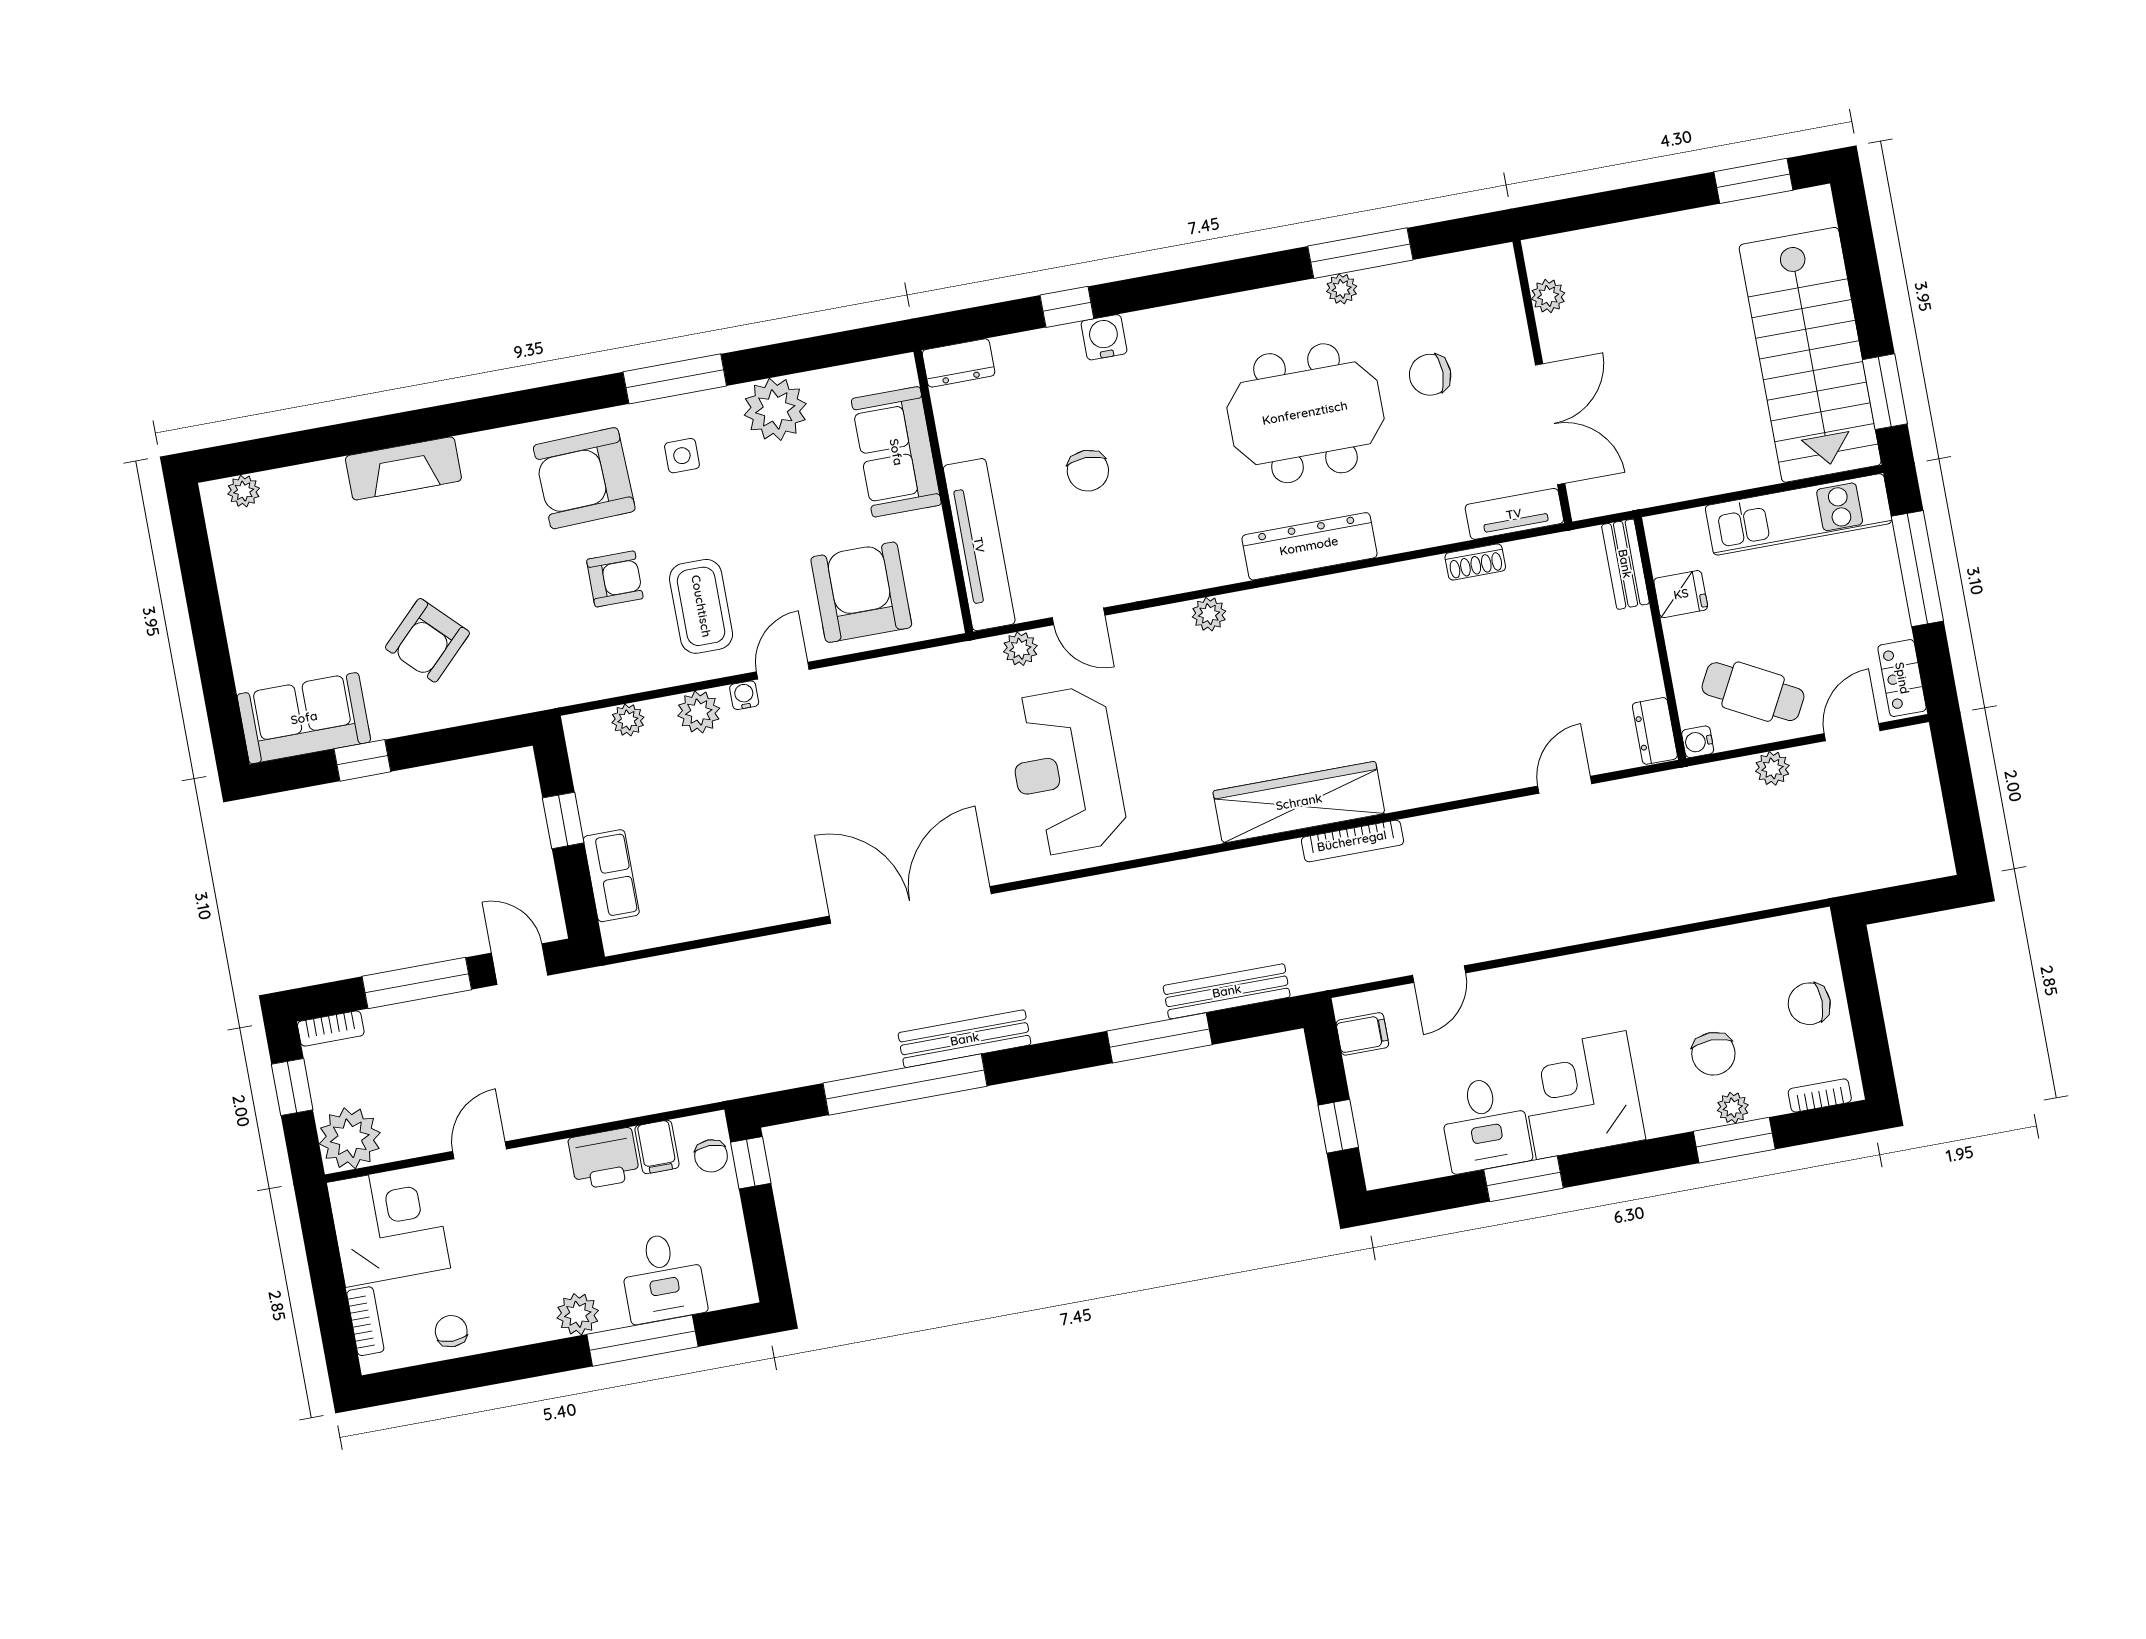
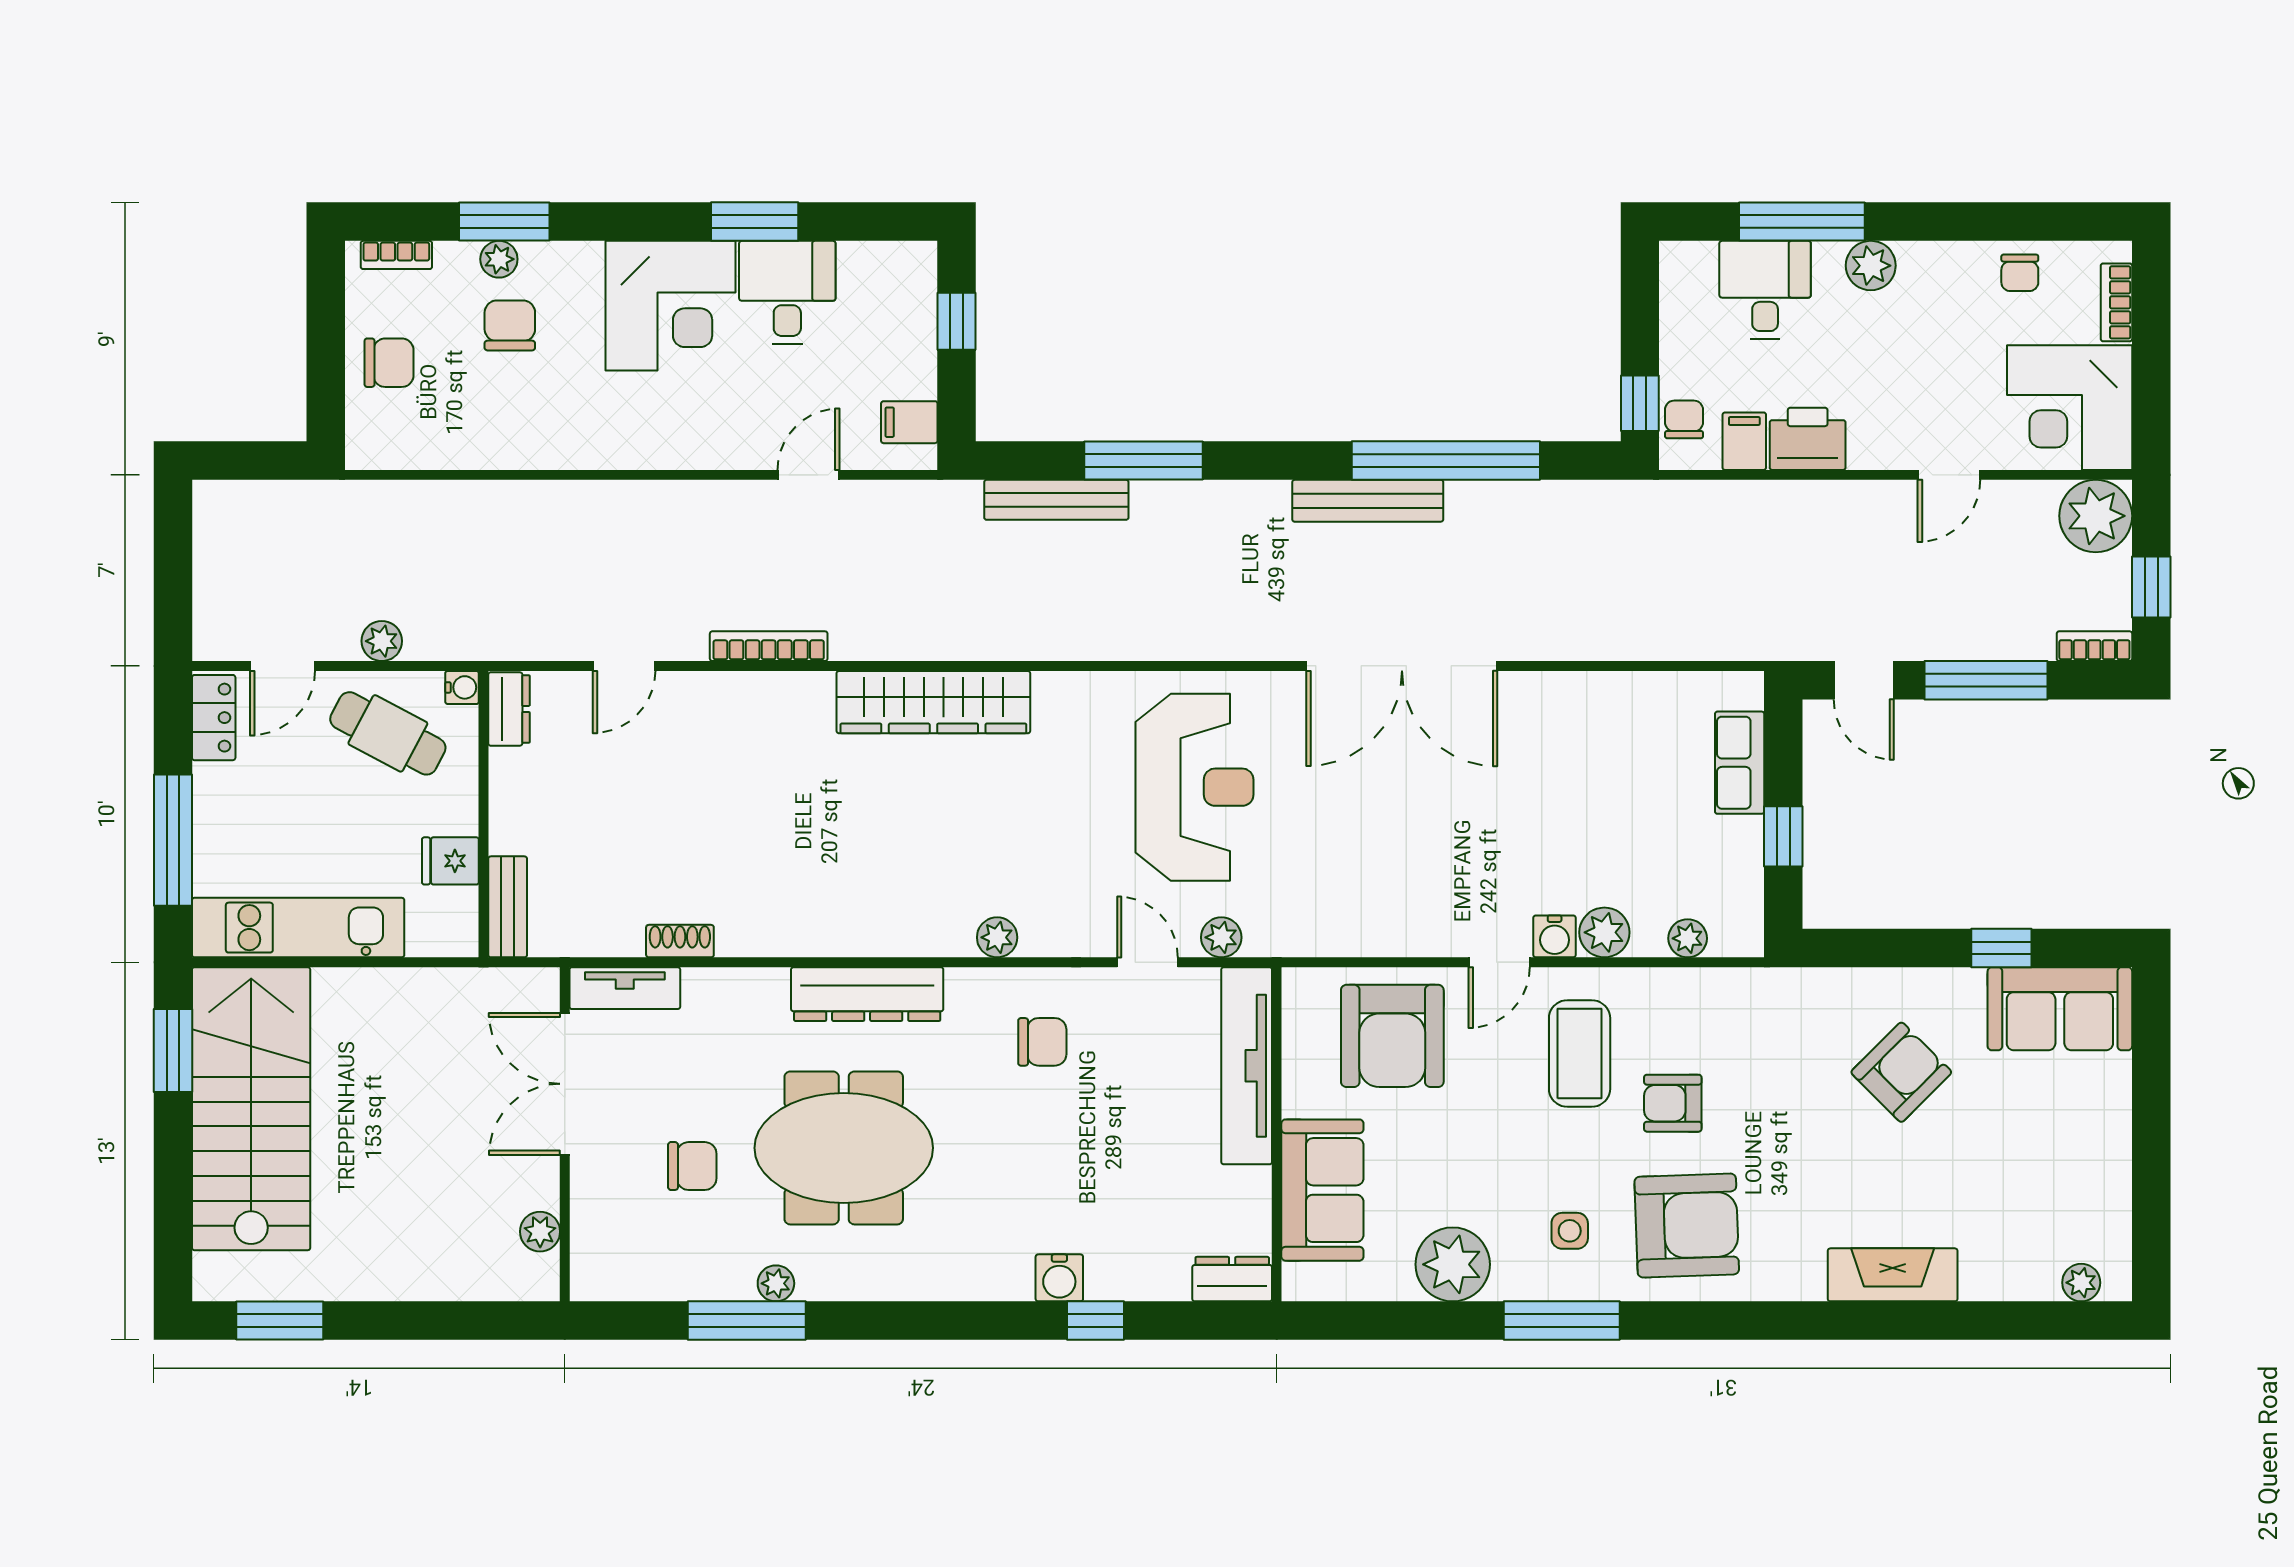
chair: (1088, 471) -> (1042, 1042), moved, turned 90
water cooler: (744, 695) -> (1555, 936), width x1.38, depth x1.38
bookcase: (1352, 841) -> (769, 646), moved

